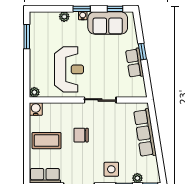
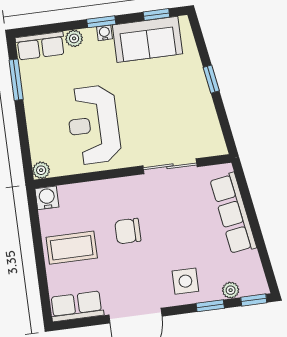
row of seats: (135, 63) -> (40, 46), moved, turned -81
reception desk: (69, 69) -> (93, 125), turned 180
sliding door: (100, 100) -> (170, 166), moved

